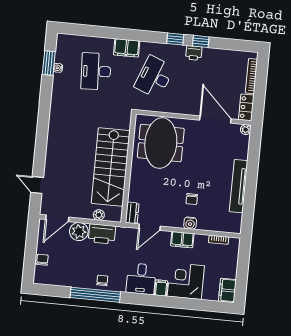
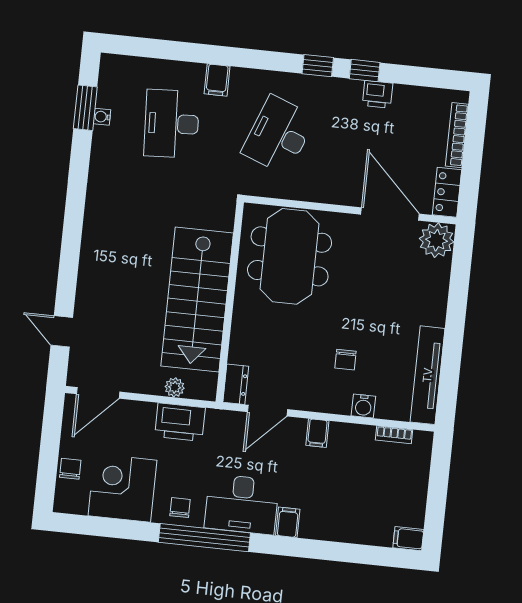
filing cabinet: (127, 48) -> (217, 80), width x0.50
printer: (194, 53) -> (378, 94), moved
plant: (246, 130) -> (437, 240), width x1.88, depth x1.88
tv unit: (239, 186) -> (428, 375), moved
water cooler: (190, 223) -> (363, 406), moved
plant: (79, 232) -> (138, 418), removed
filing cabinet: (182, 240) -> (317, 433), width x0.50
desk: (141, 279) -> (242, 504), width x1.37
corner desk: (186, 281) -> (122, 488), moved
filing cabinet: (227, 290) -> (408, 539), width x0.50
window: (95, 295) -> (204, 538), moved

